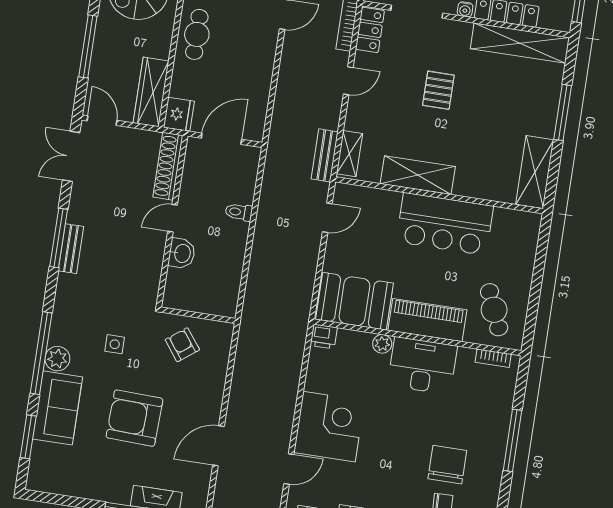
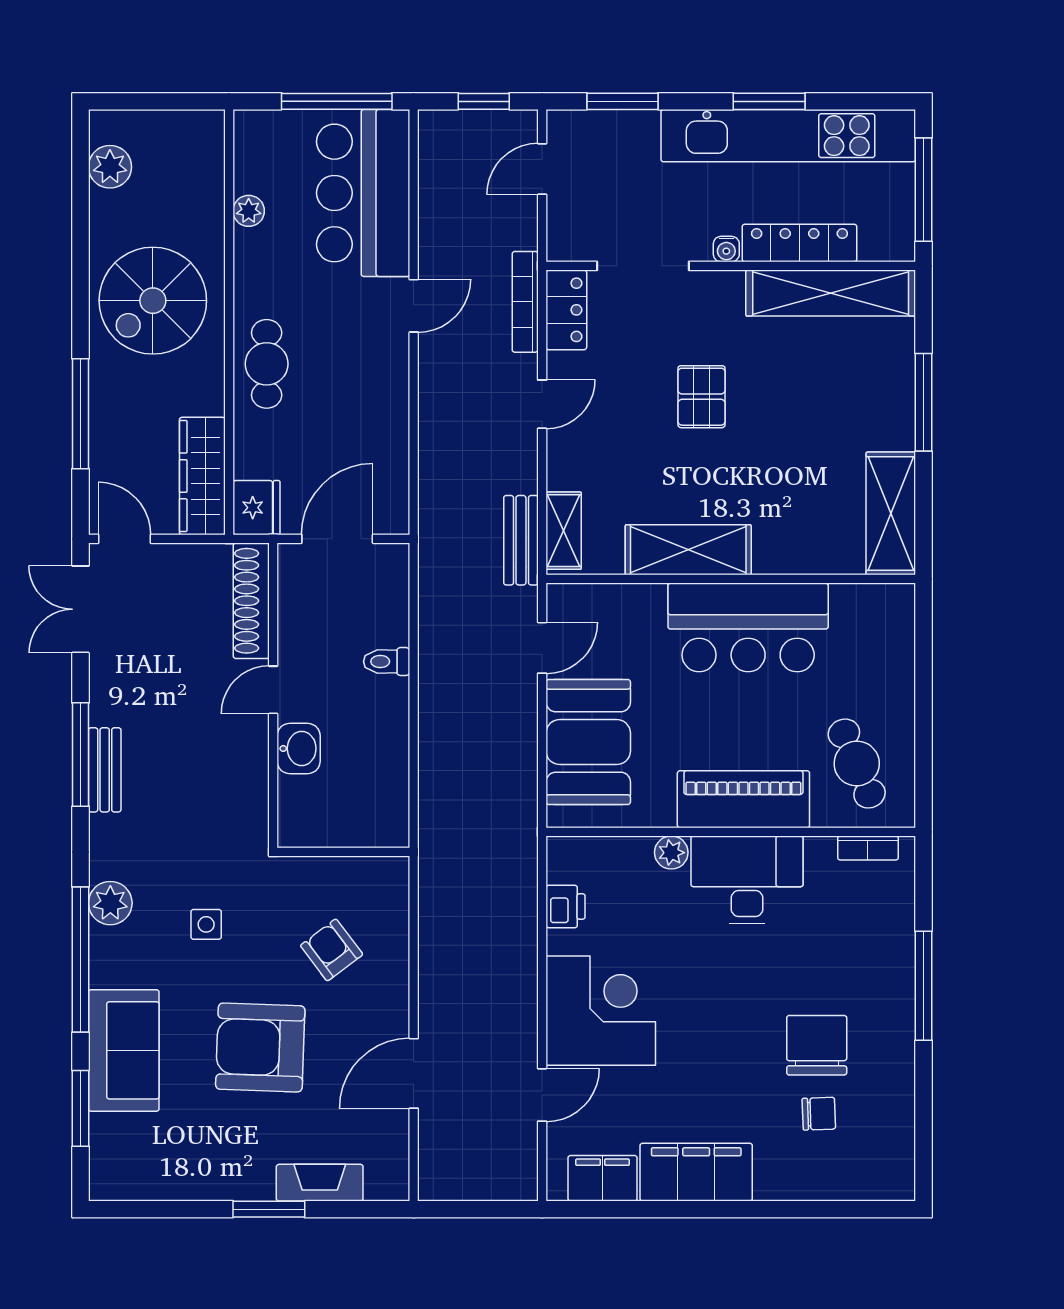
booth: (354, 301) -> (588, 742), moved, turned 90
printer: (324, 336) -> (566, 906), moved, turned -90
armchair: (182, 345) -> (332, 950), moved
plant: (57, 359) -> (110, 903), moved

